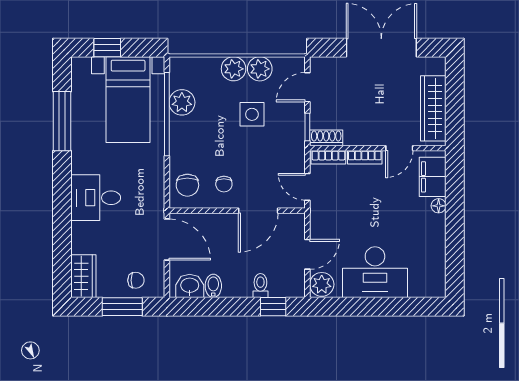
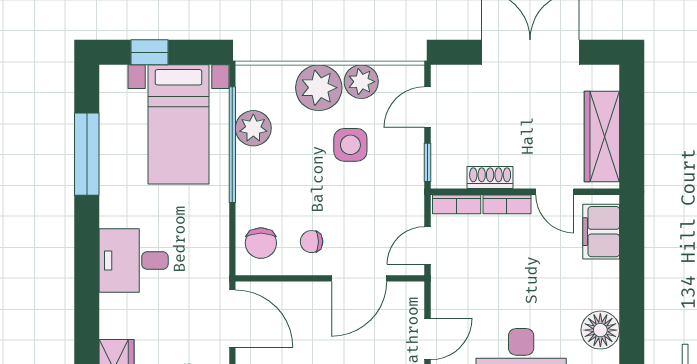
plant: (234, 69) -> (319, 88), width x1.36, depth x1.36
shoe rack: (326, 138) -> (490, 177), moved
door: (399, 148) -> (555, 192), hinge flipped
chair: (224, 184) -> (312, 242), turned 90
door: (307, 187) -> (427, 245), hinge flipped
floor lamp: (439, 206) -> (600, 330), moved, width x1.89, depth x1.89

